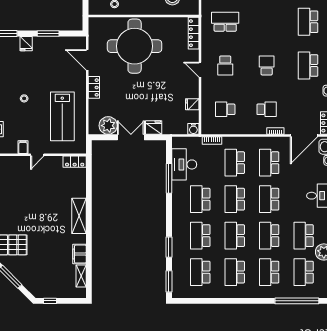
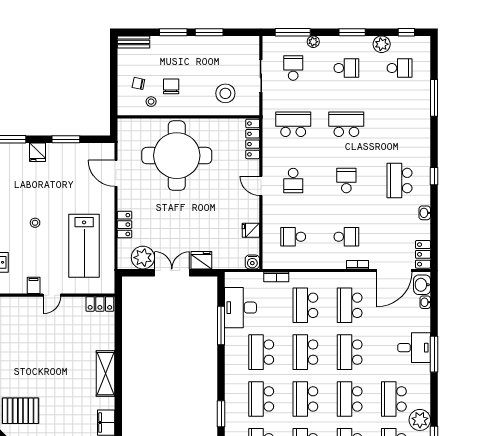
school desk: (308, 22) -> (346, 124), moved, turned 90
locker: (94, 87) -> (125, 225), moved

